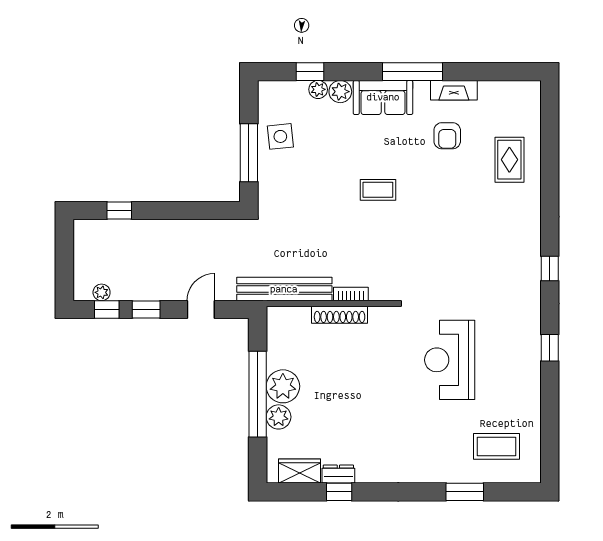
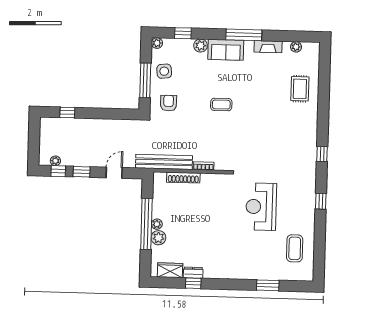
plant: (318, 89) -> (157, 43), moved
plant: (501, 89) -> (296, 47), added
armchair: (447, 136) -> (169, 103), moved, turned 180
shoe rack: (340, 315) -> (183, 178), moved
plant: (283, 386) -> (157, 224), width x0.53, depth x0.53
coffee table: (497, 446) -> (295, 248), moved, turned 90

